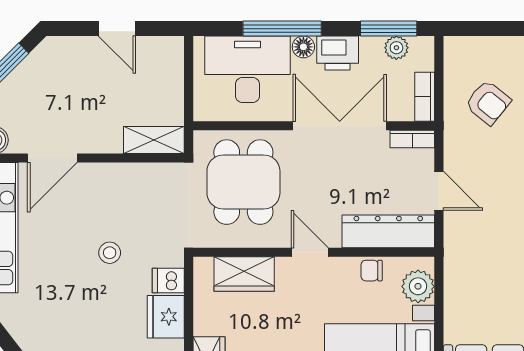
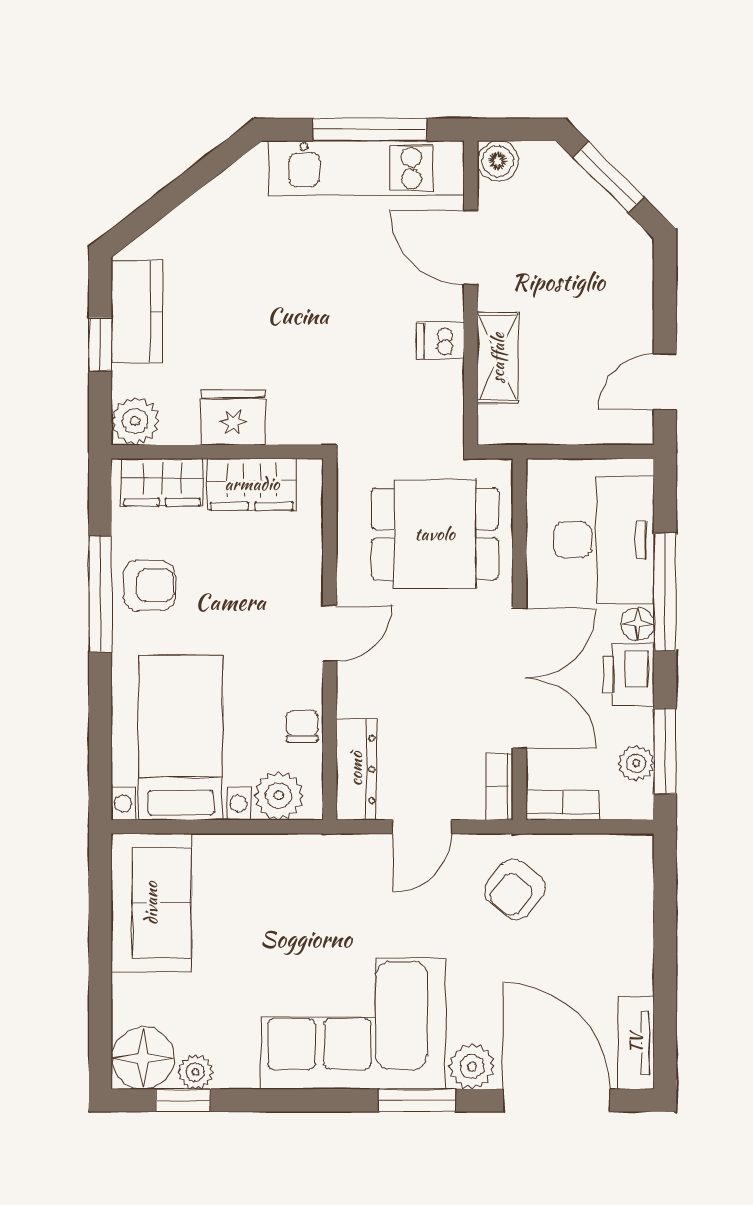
door: (117, 29) -> (665, 382), moved
armchair: (488, 103) -> (515, 889), moved
shelving: (154, 140) -> (498, 358), moved
dresser: (388, 231) -> (356, 769), width x0.73, depth x0.80
stool: (110, 253) -> (329, 333), removed
wardrobe: (244, 274) -> (252, 484), moved, turned -90
dishwasher: (168, 281) -> (440, 341), moved, turned -90

